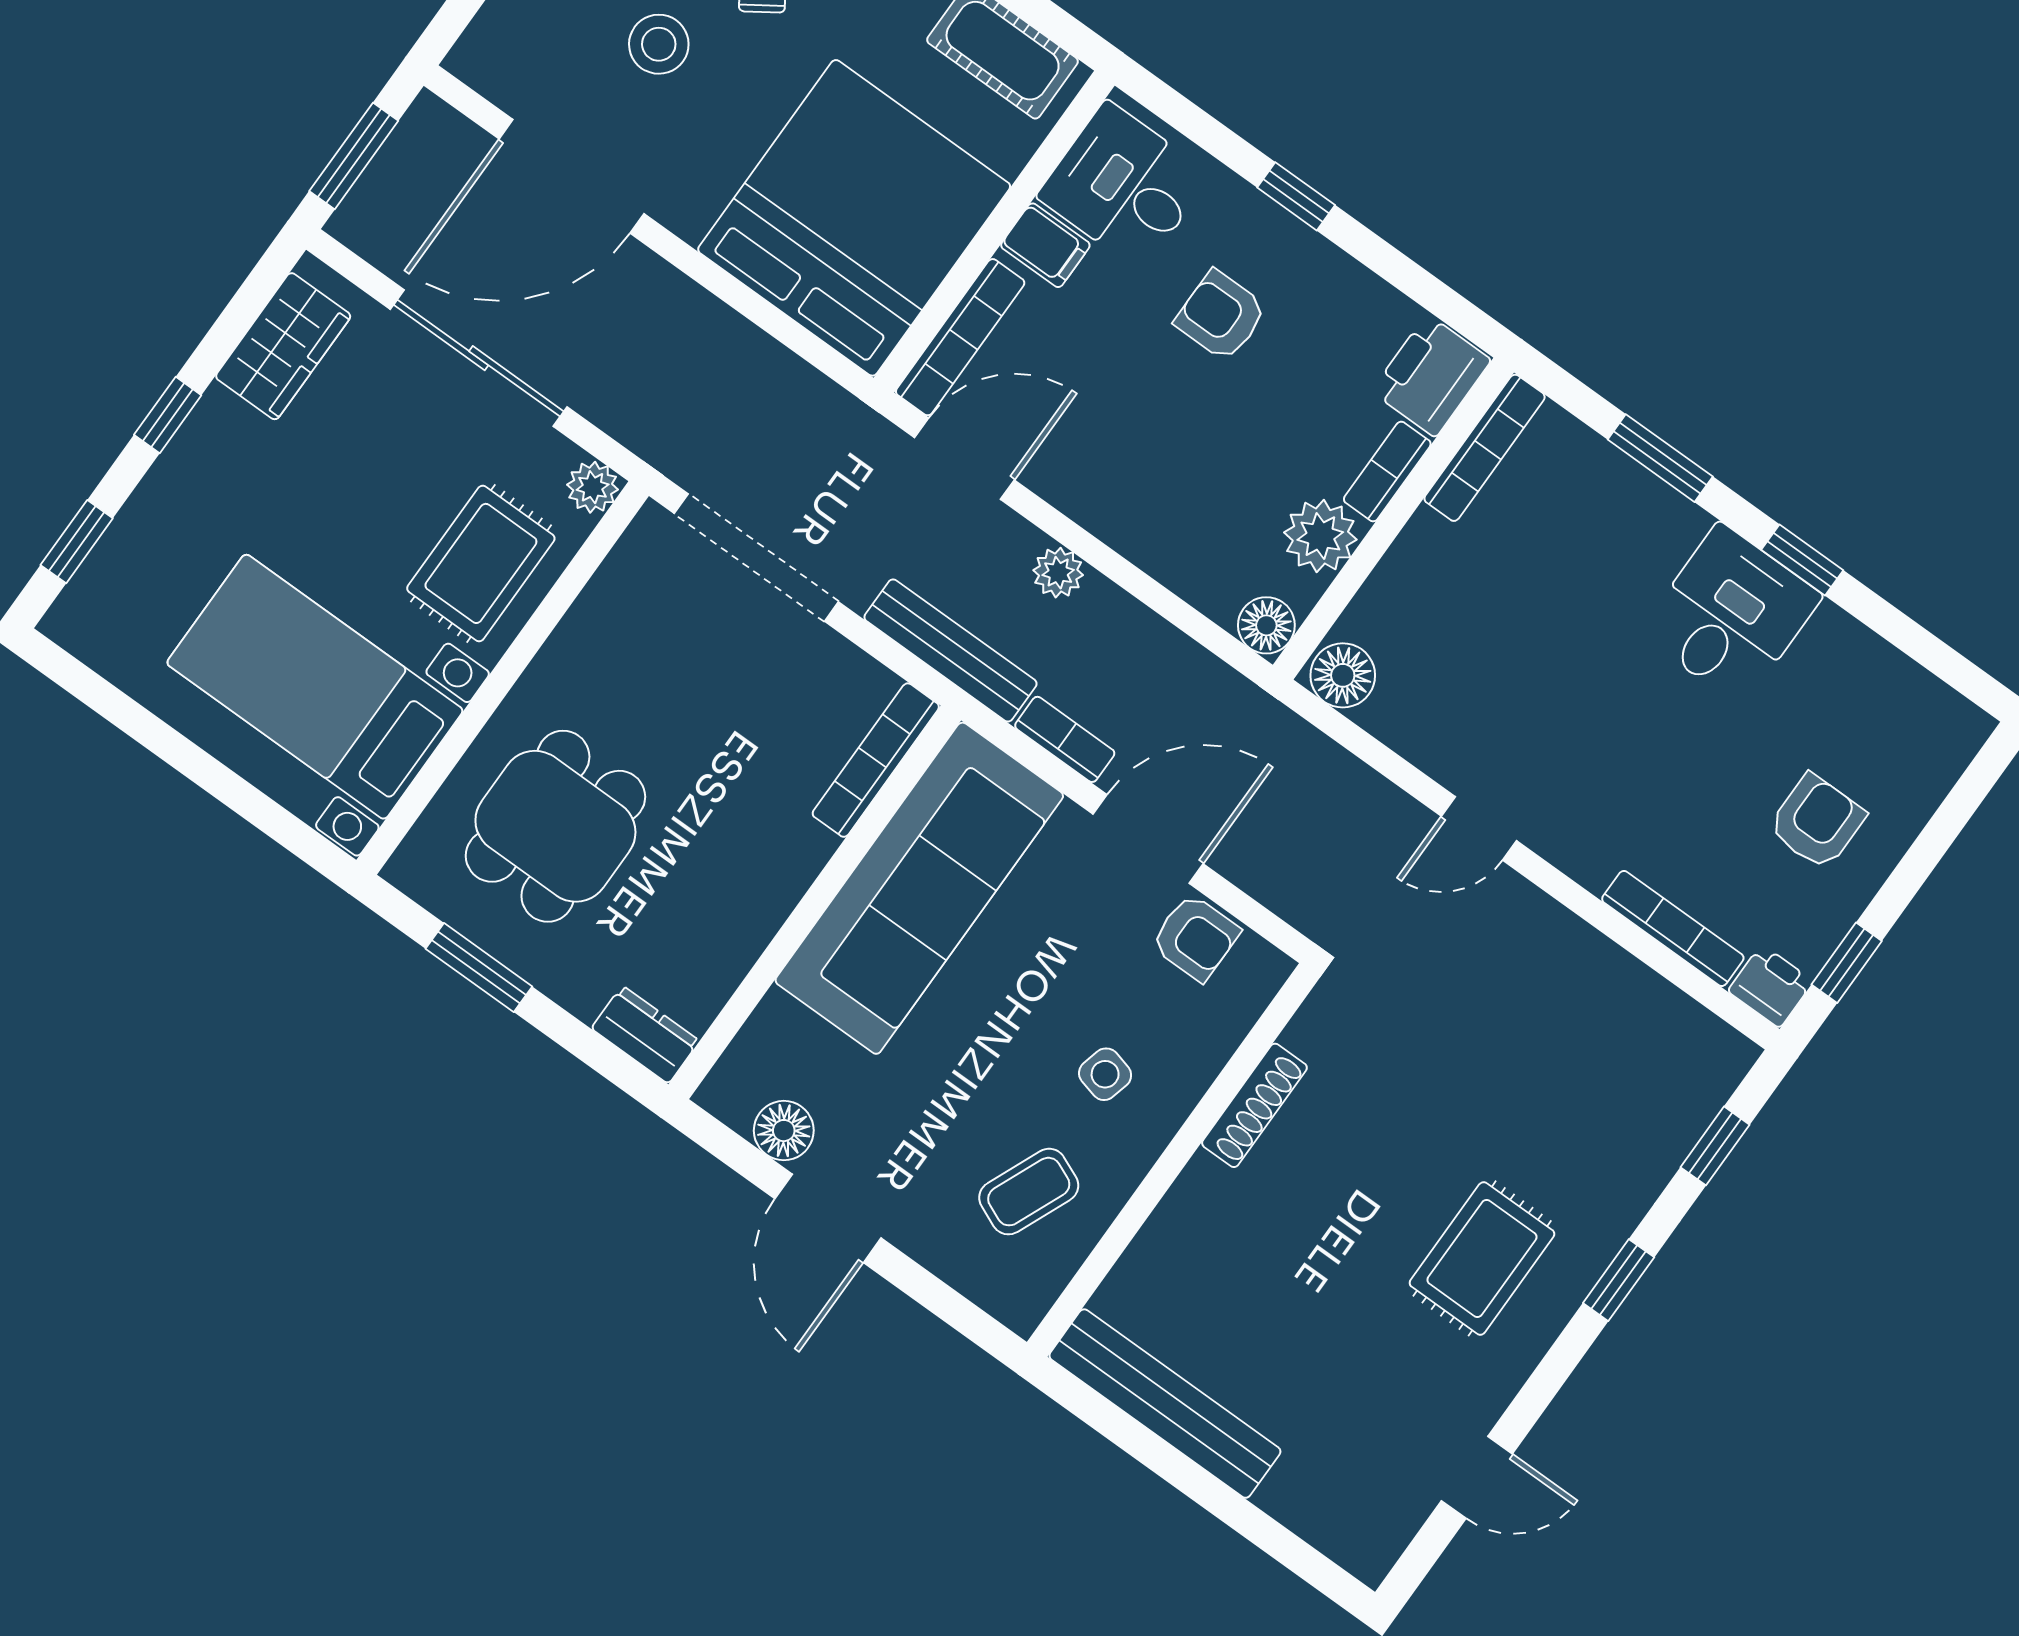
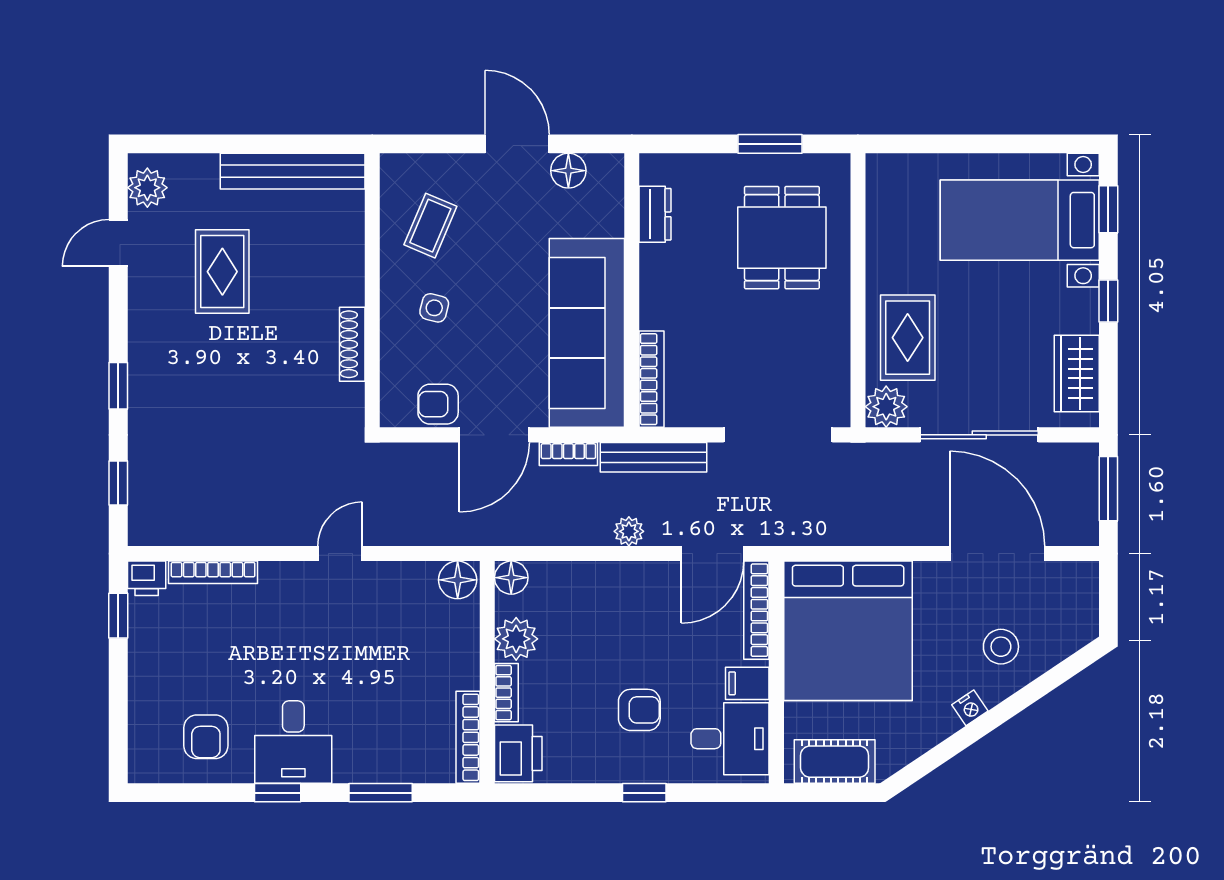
door: (571, 176) -> (997, 554), hinge flipped
plant: (593, 487) -> (886, 407), width x1.38, depth x1.38
bed with nightstands: (315, 687) -> (1020, 220), moved, turned 180
armchair: (1817, 822) -> (206, 737), moved
dresser: (645, 1035) -> (655, 214), moved, turned -90
rug: (1482, 1258) -> (222, 272), moved
plant: (1382, 1525) -> (147, 188), added

